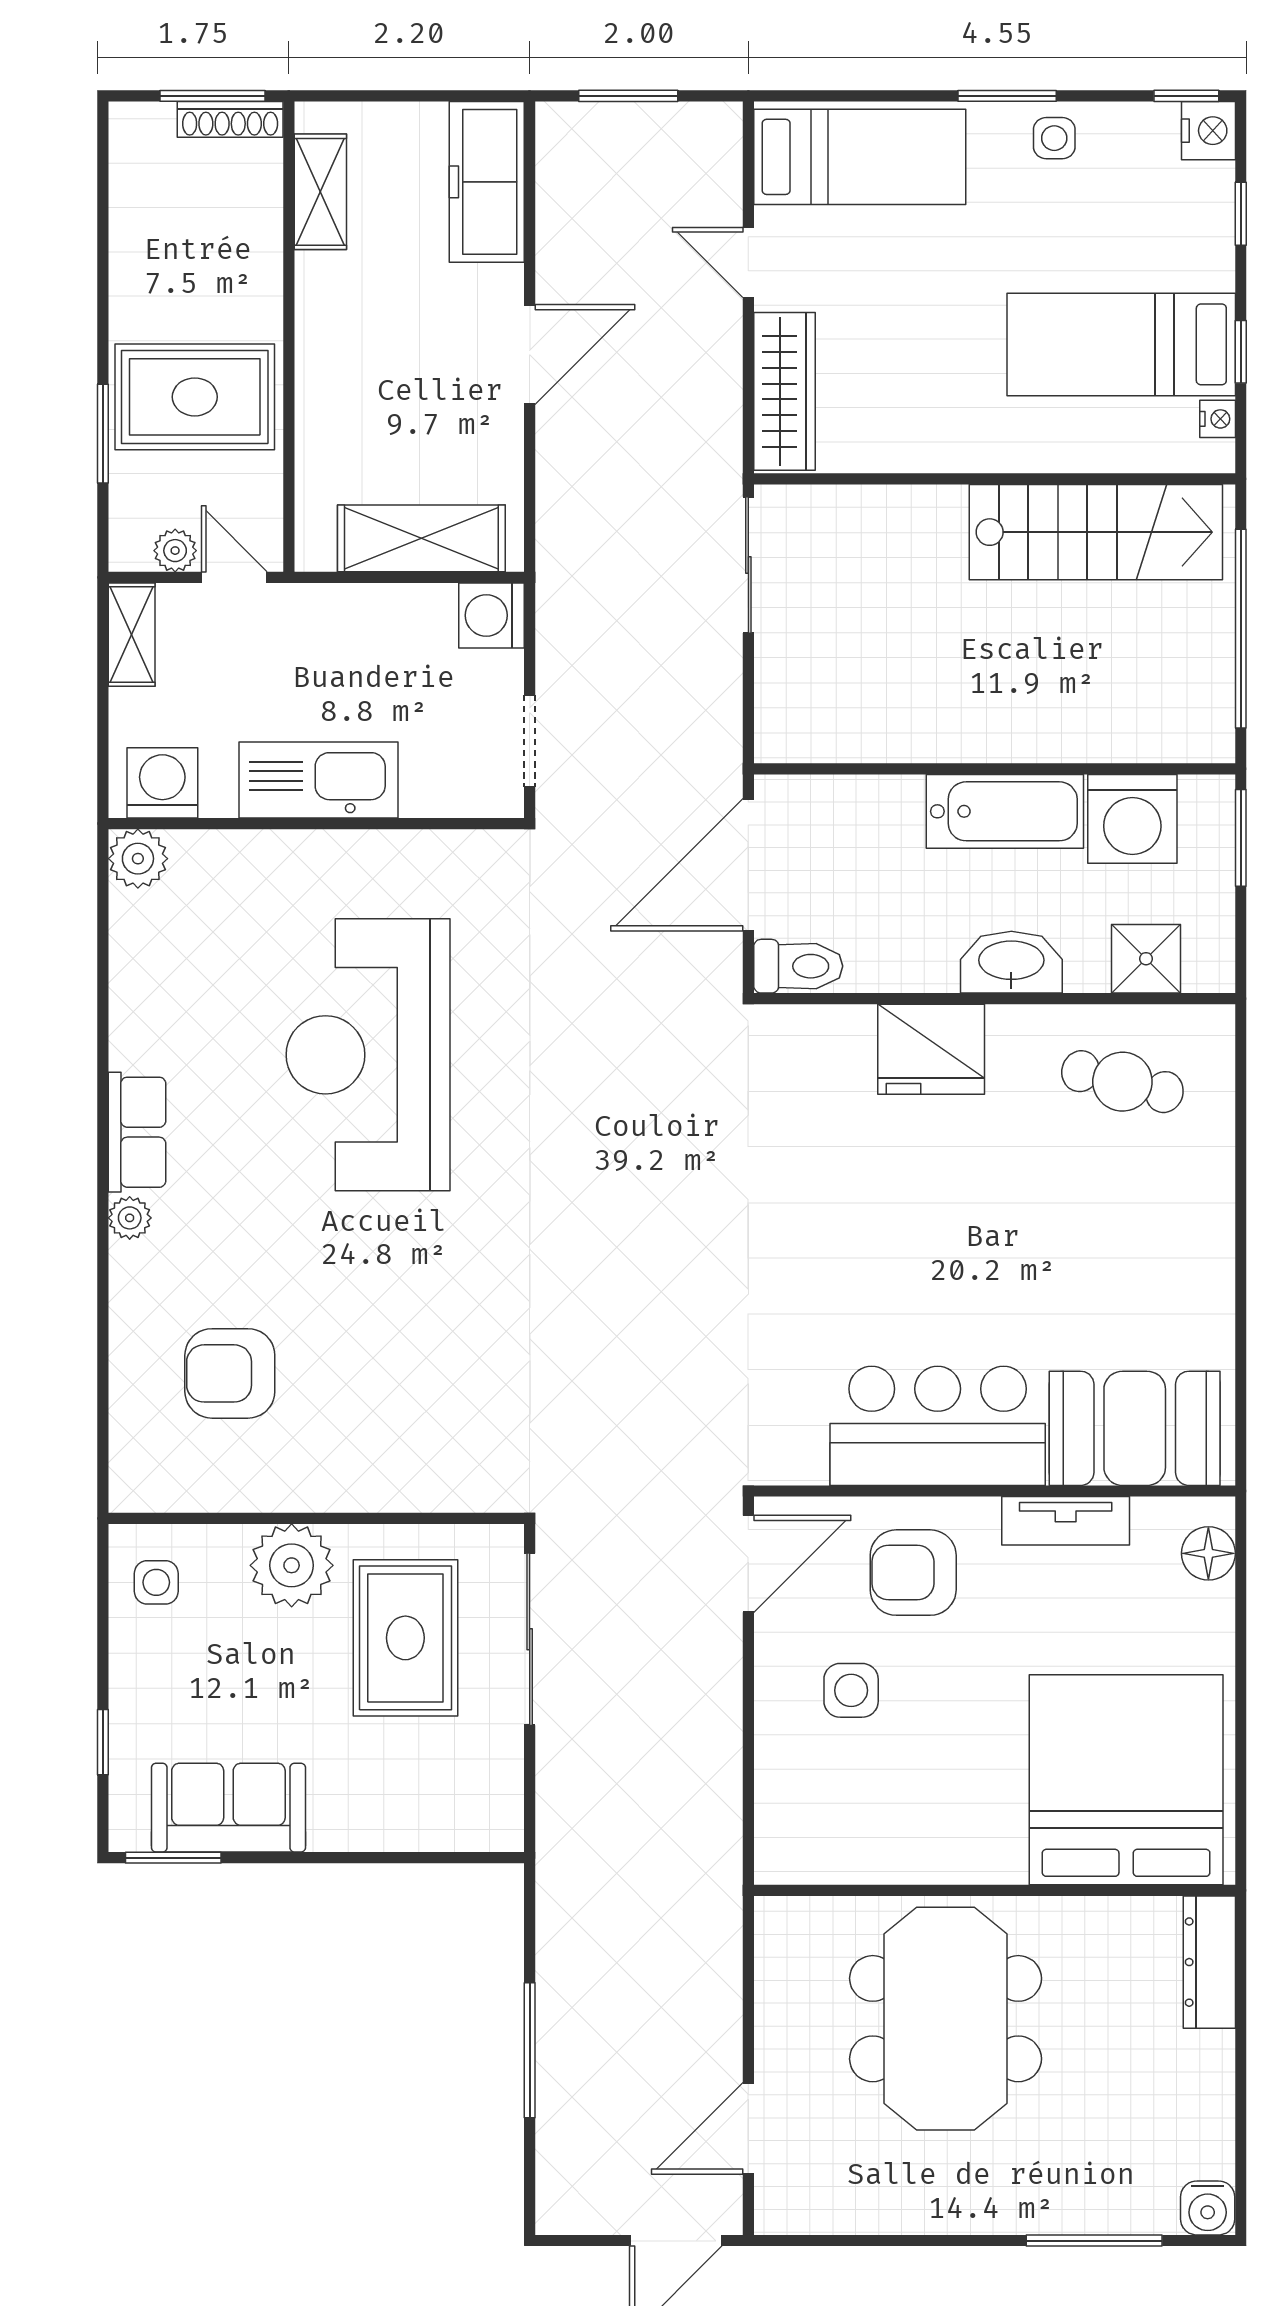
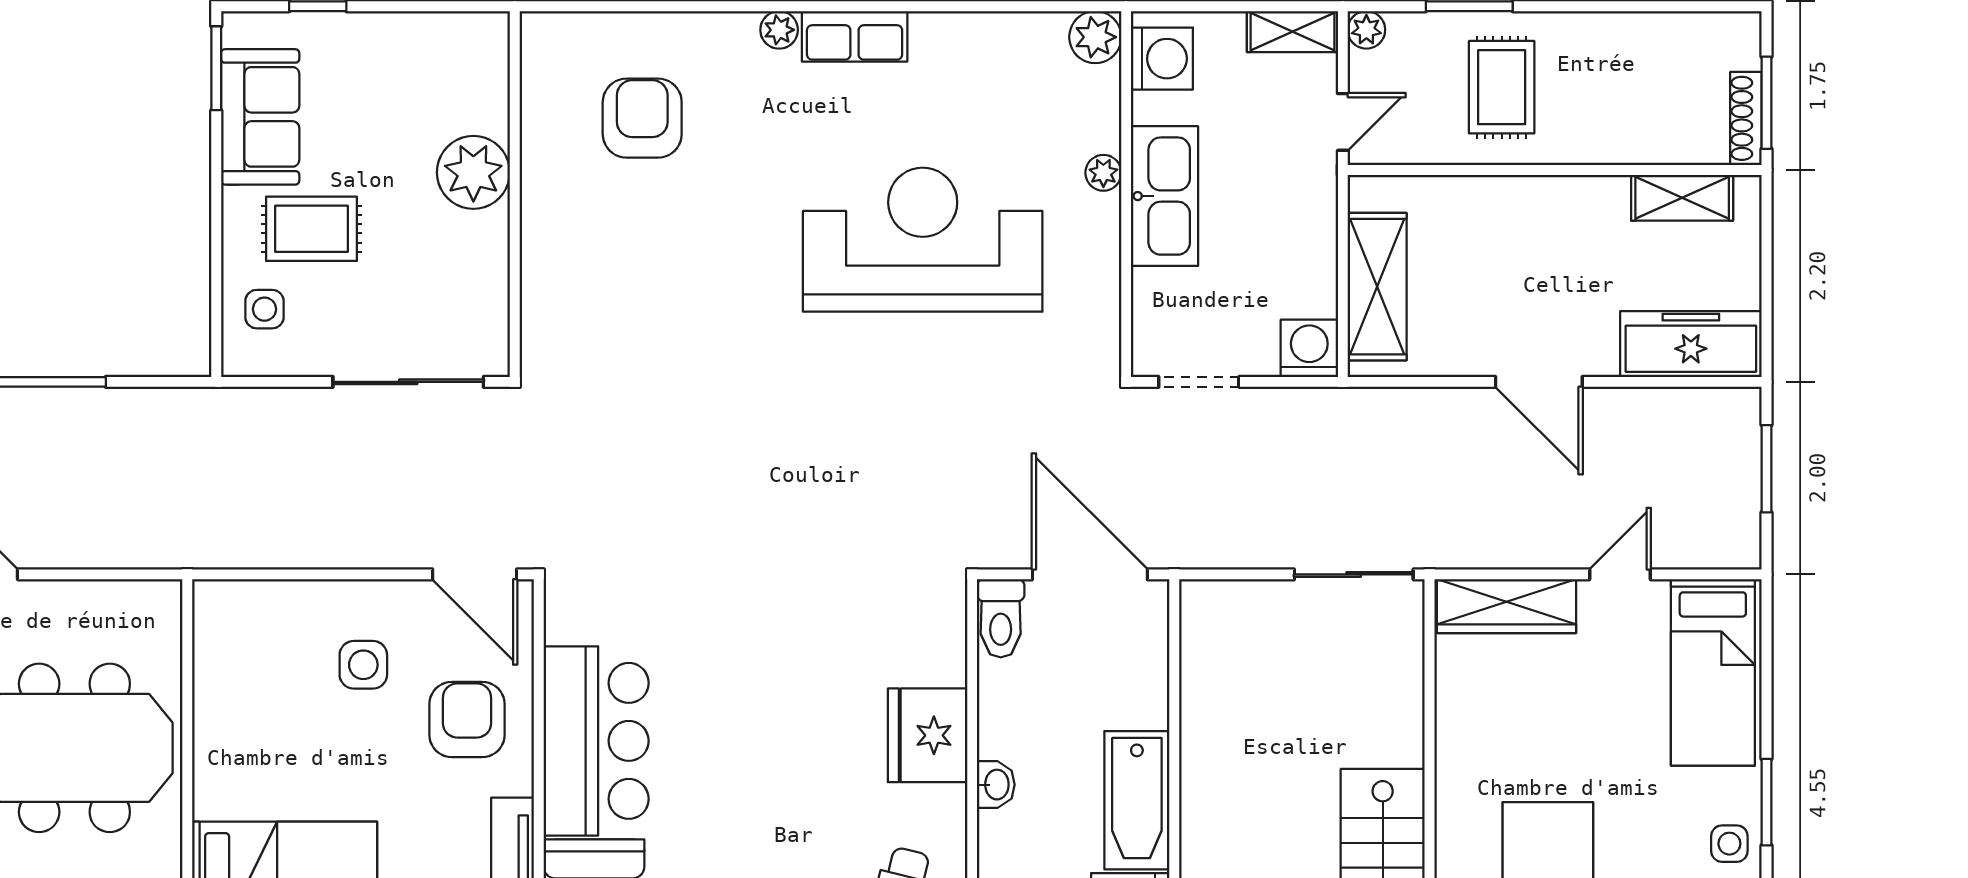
rug: (195, 397) -> (1502, 87), width x0.73, depth x0.70
plant: (175, 551) -> (1366, 30), moved
plant: (292, 849) -> (1103, 173), added
washbasin: (1011, 962) -> (996, 785), width x0.52, depth x0.69
side table: (156, 1582) -> (264, 309), moved
rug: (405, 1638) -> (312, 229), moved, width x0.73, depth x0.70

